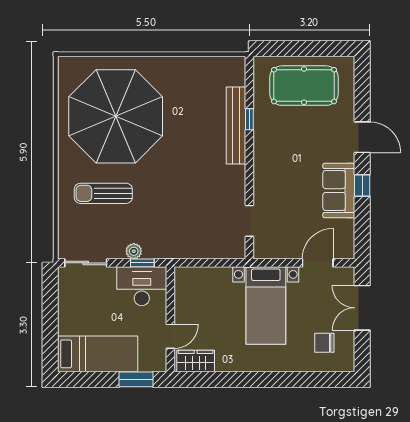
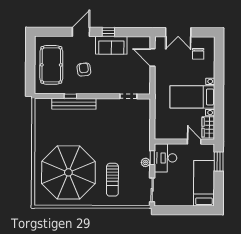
armchair: (296, 143) -> (84, 70), added
bed with nightstands: (266, 306) -> (192, 97), moved, turned 180

